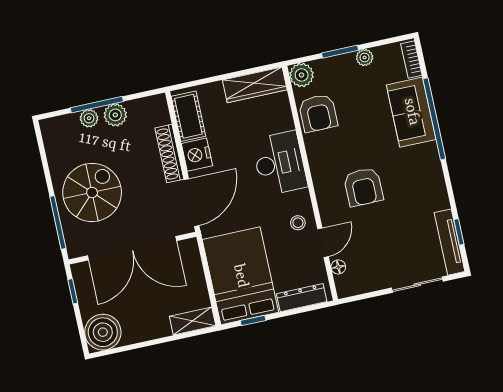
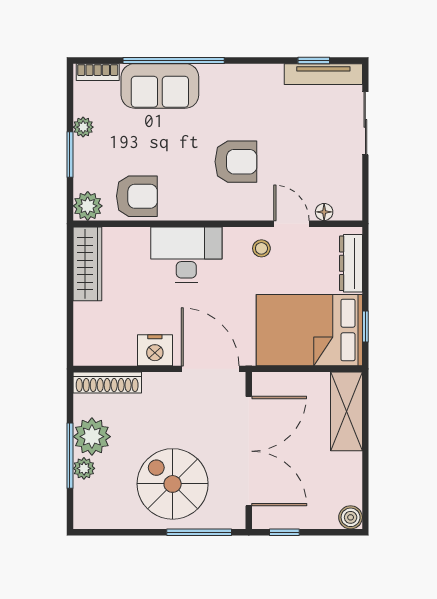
plant: (115, 115) -> (92, 437), width x1.36, depth x1.36
cot: (188, 116) -> (107, 350), removed
shoe rack: (169, 154) -> (107, 383), moved
shelving: (193, 321) -> (347, 411), width x1.50, depth x1.33
boiler: (103, 332) -> (351, 517), width x0.54, depth x0.54

